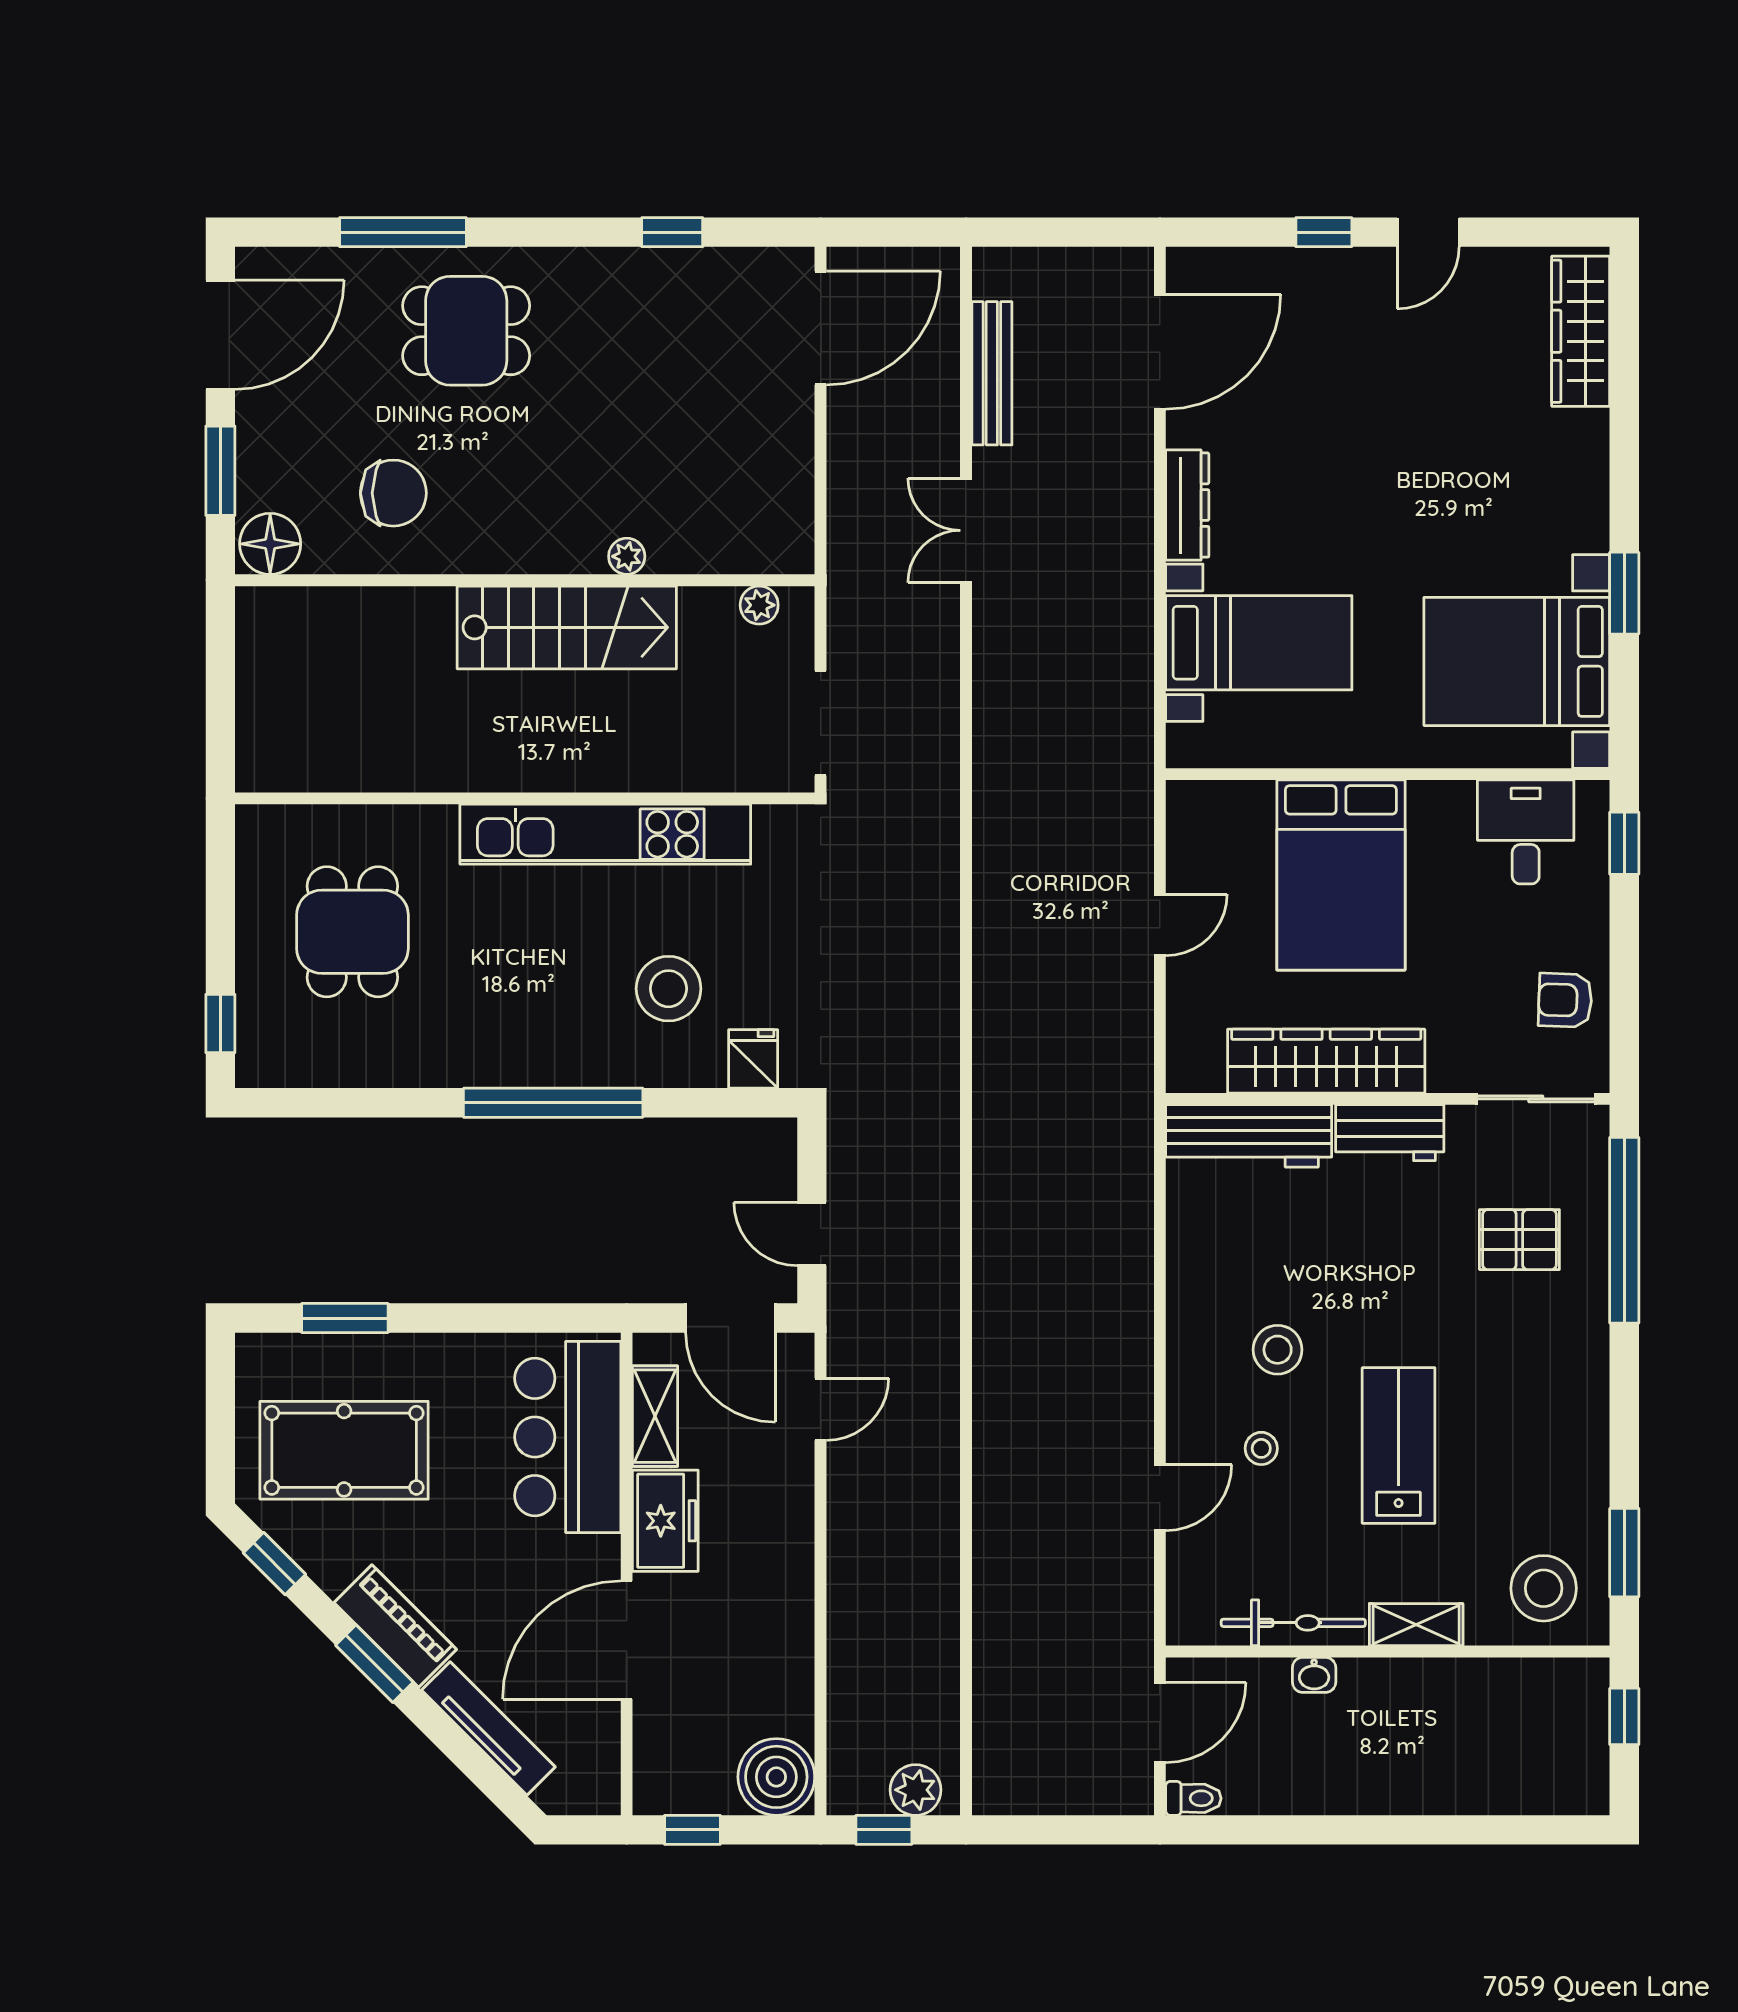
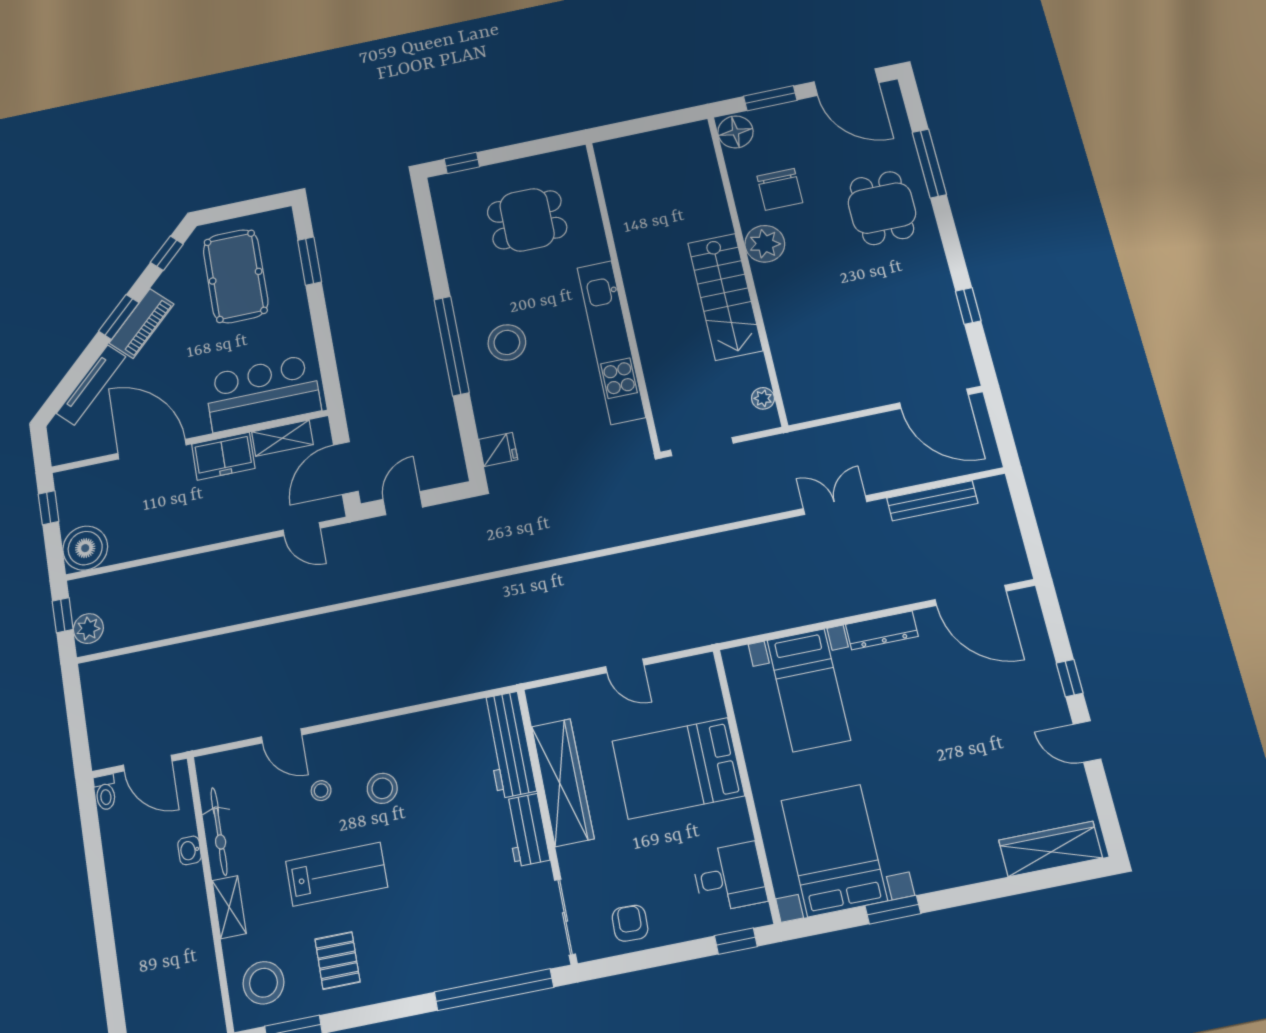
plant: (627, 556) -> (765, 244), moved, width x1.87, depth x1.87
stool: (669, 989) -> (507, 342), moved
pallet: (1519, 1240) -> (337, 960), moved

